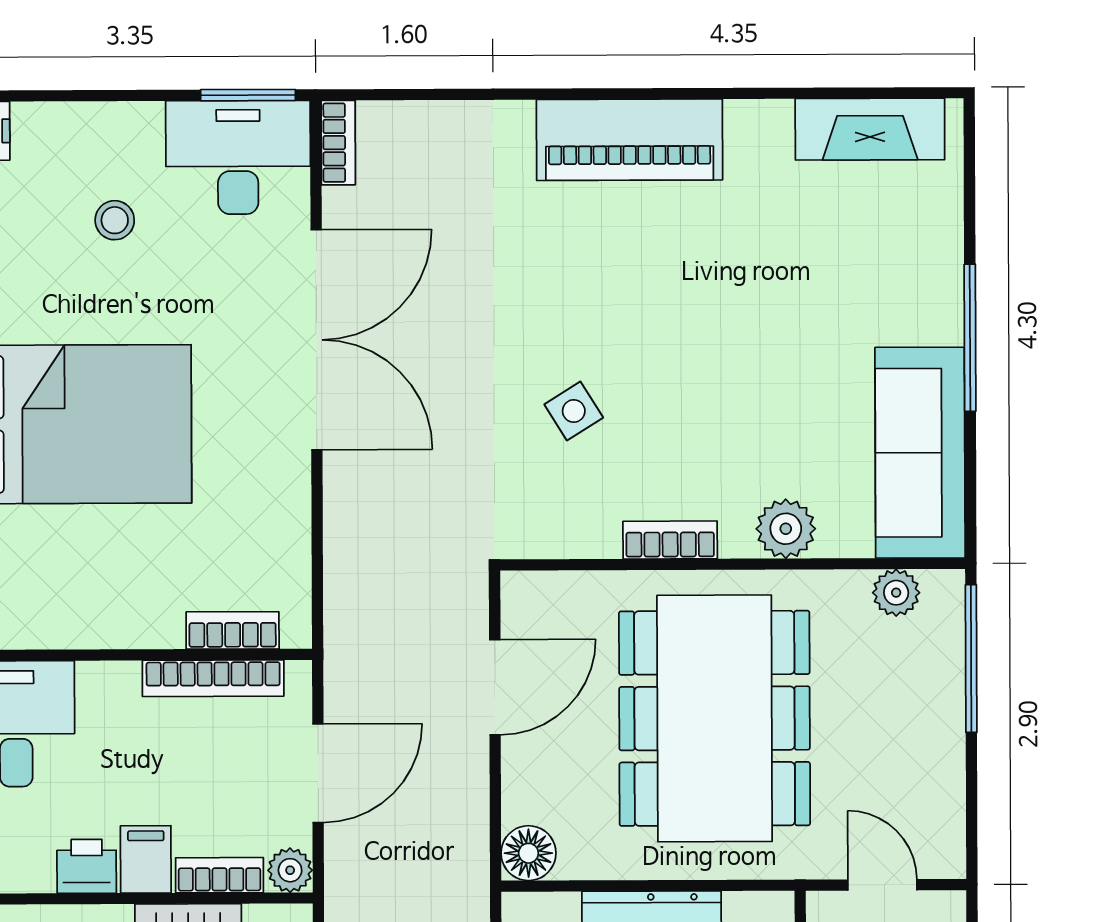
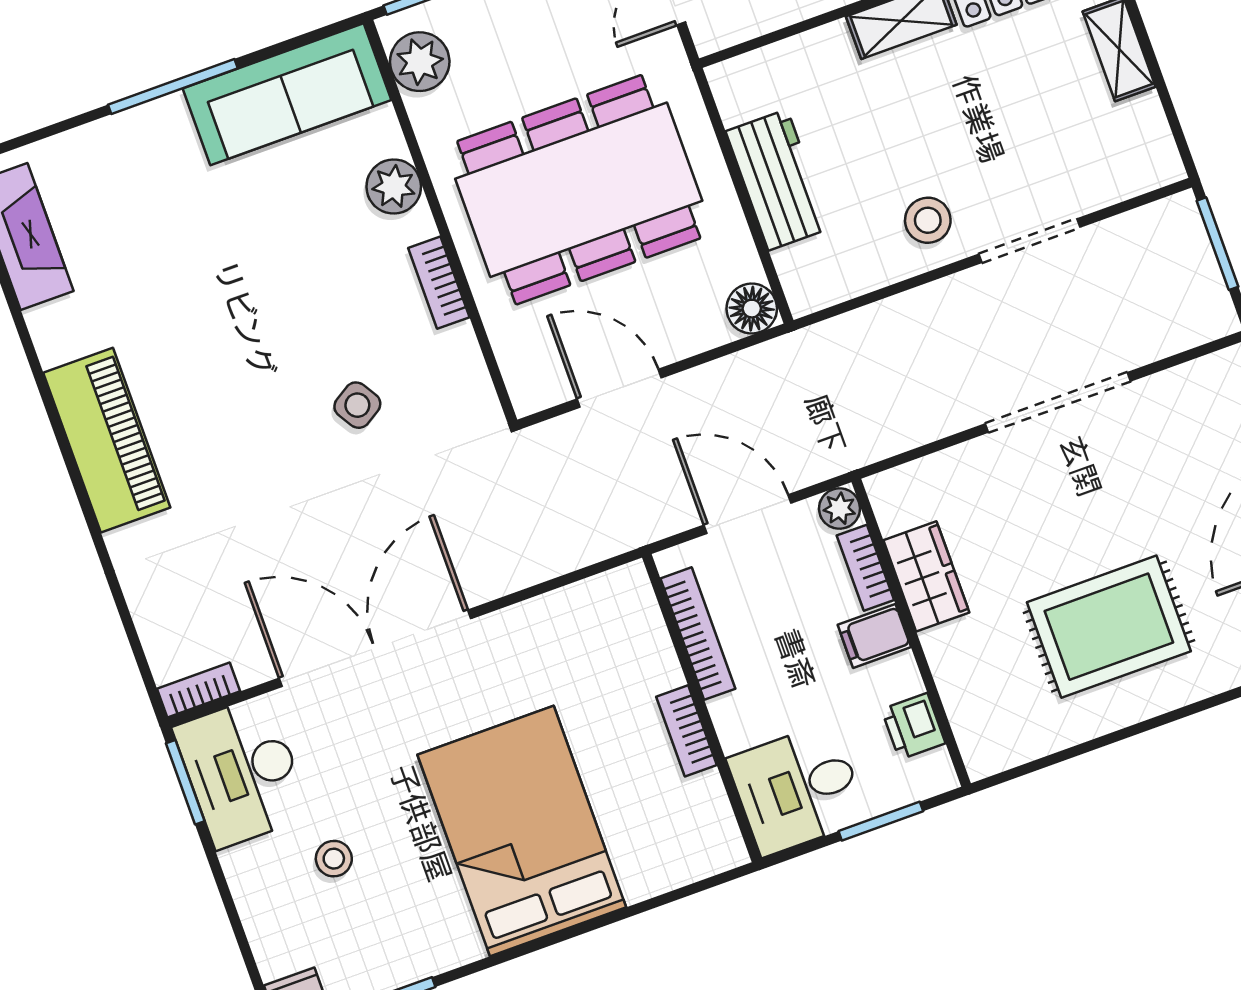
plant: (896, 593) -> (420, 62), width x1.38, depth x1.38
bookcase: (233, 630) -> (687, 731), moved
printer: (87, 866) -> (913, 726), moved

